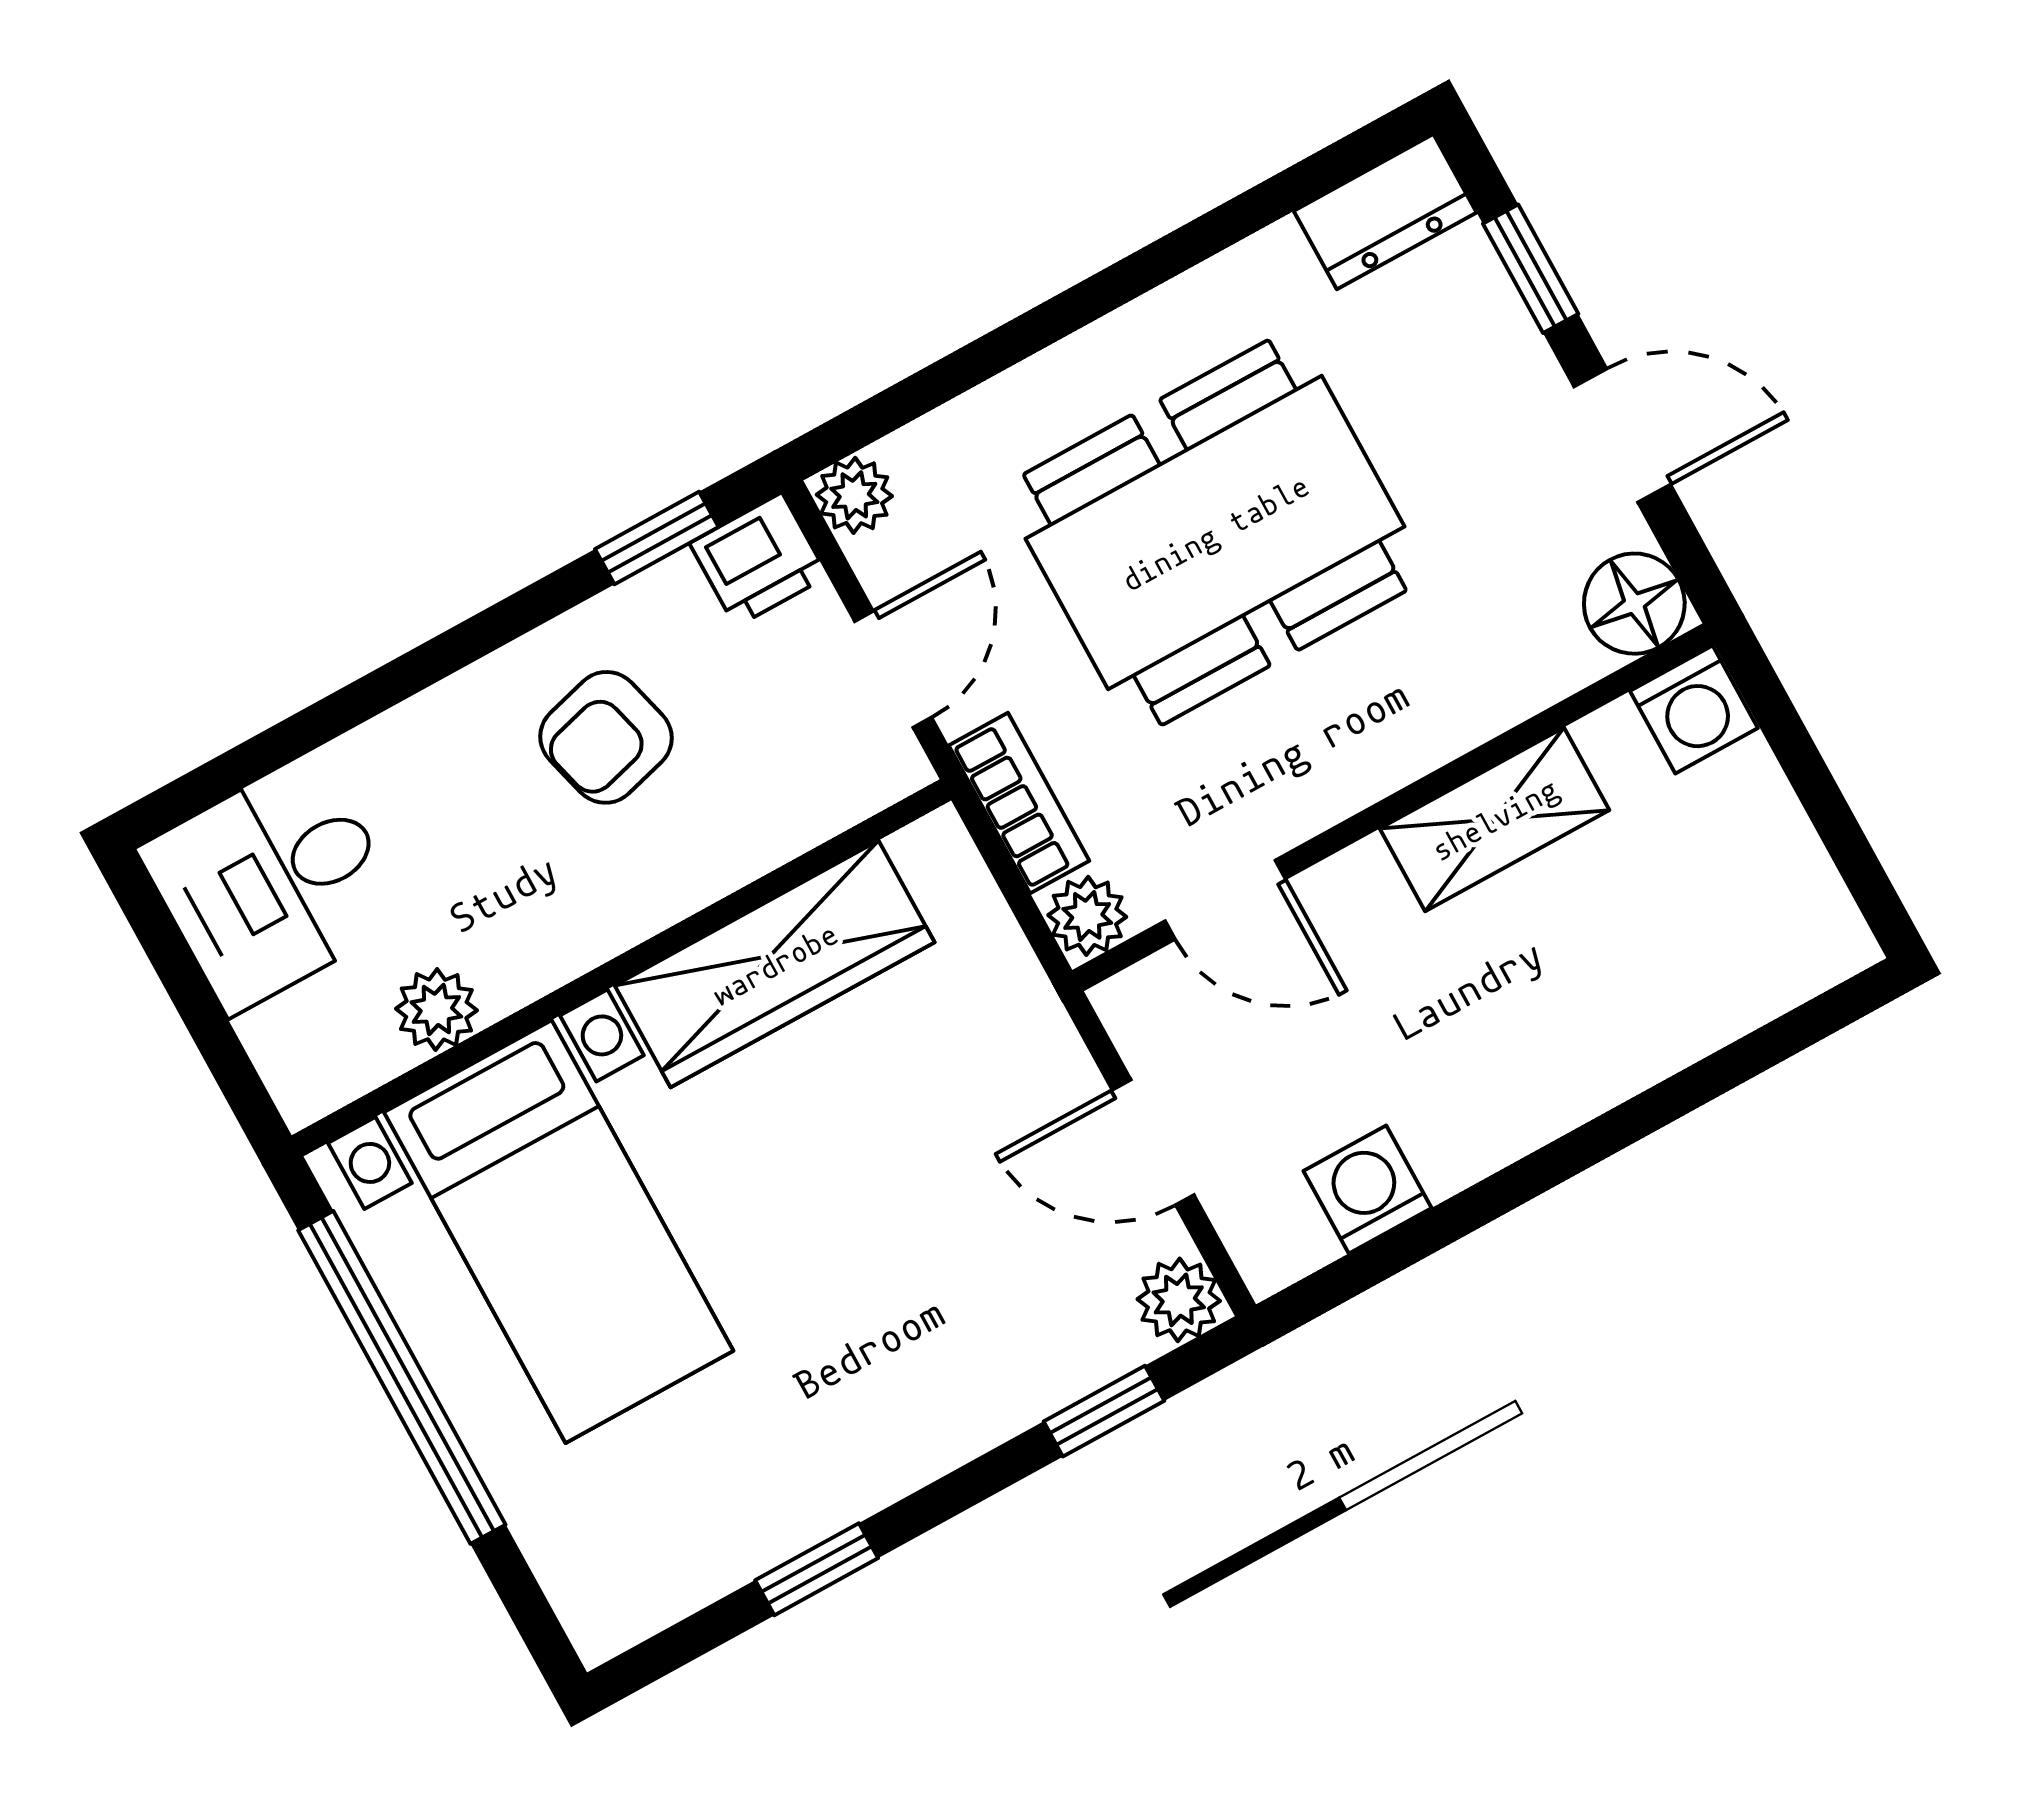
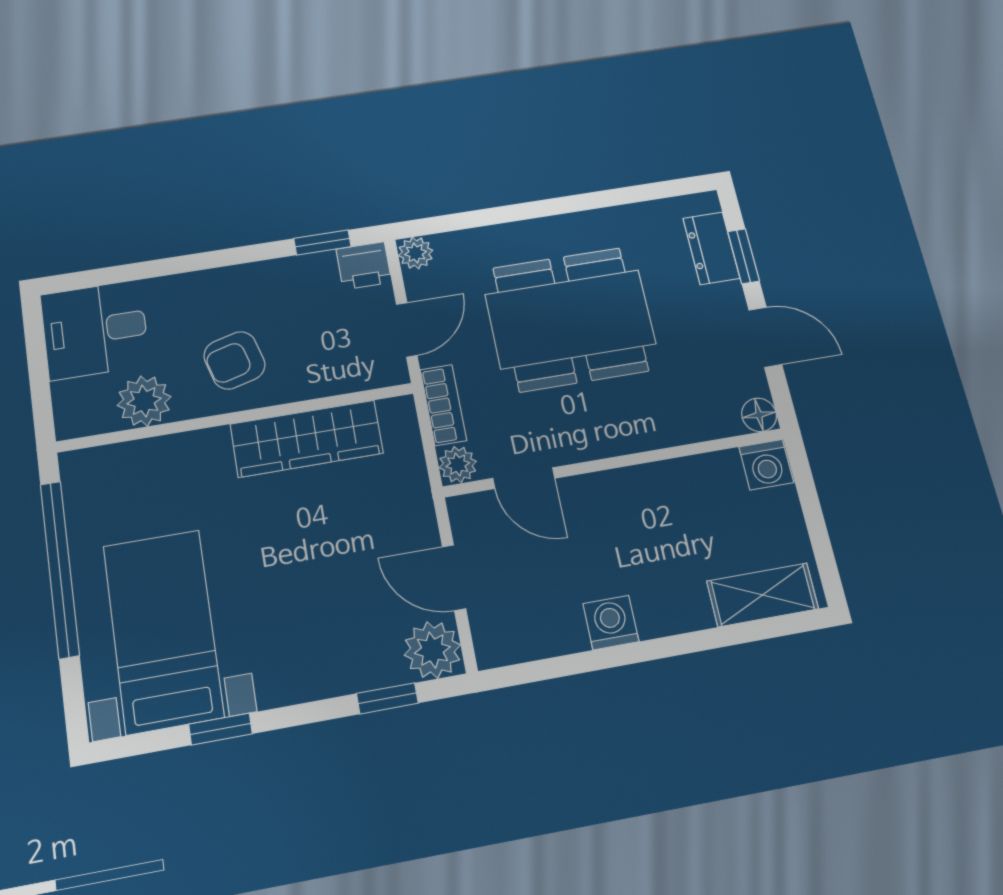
dresser: (1385, 212) -> (711, 248), moved, turned 90
floor lamp: (1634, 604) -> (759, 415), width x0.73, depth x0.73
armchair: (606, 737) -> (234, 360), moved
shelving: (1495, 819) -> (763, 595), moved
plant: (436, 1009) -> (144, 401), width x1.38, depth x1.38
washing machine: (1368, 1189) -> (611, 623), moved
bed with nightstands: (559, 1232) -> (163, 631), moved, turned 180
plant: (1179, 1300) -> (432, 650), width x1.38, depth x1.38

